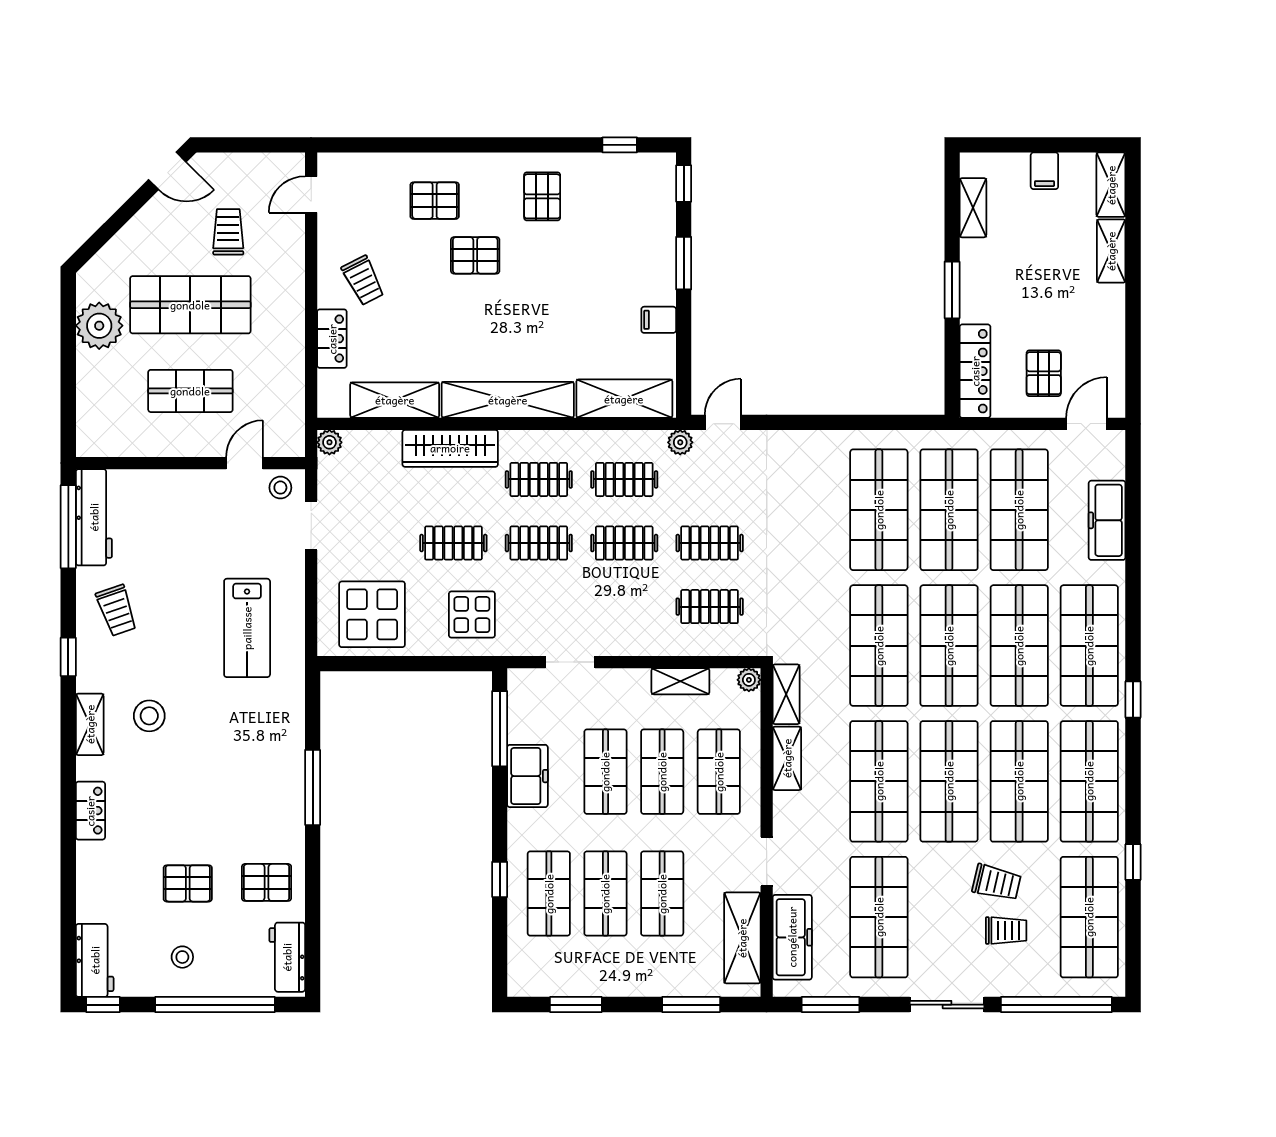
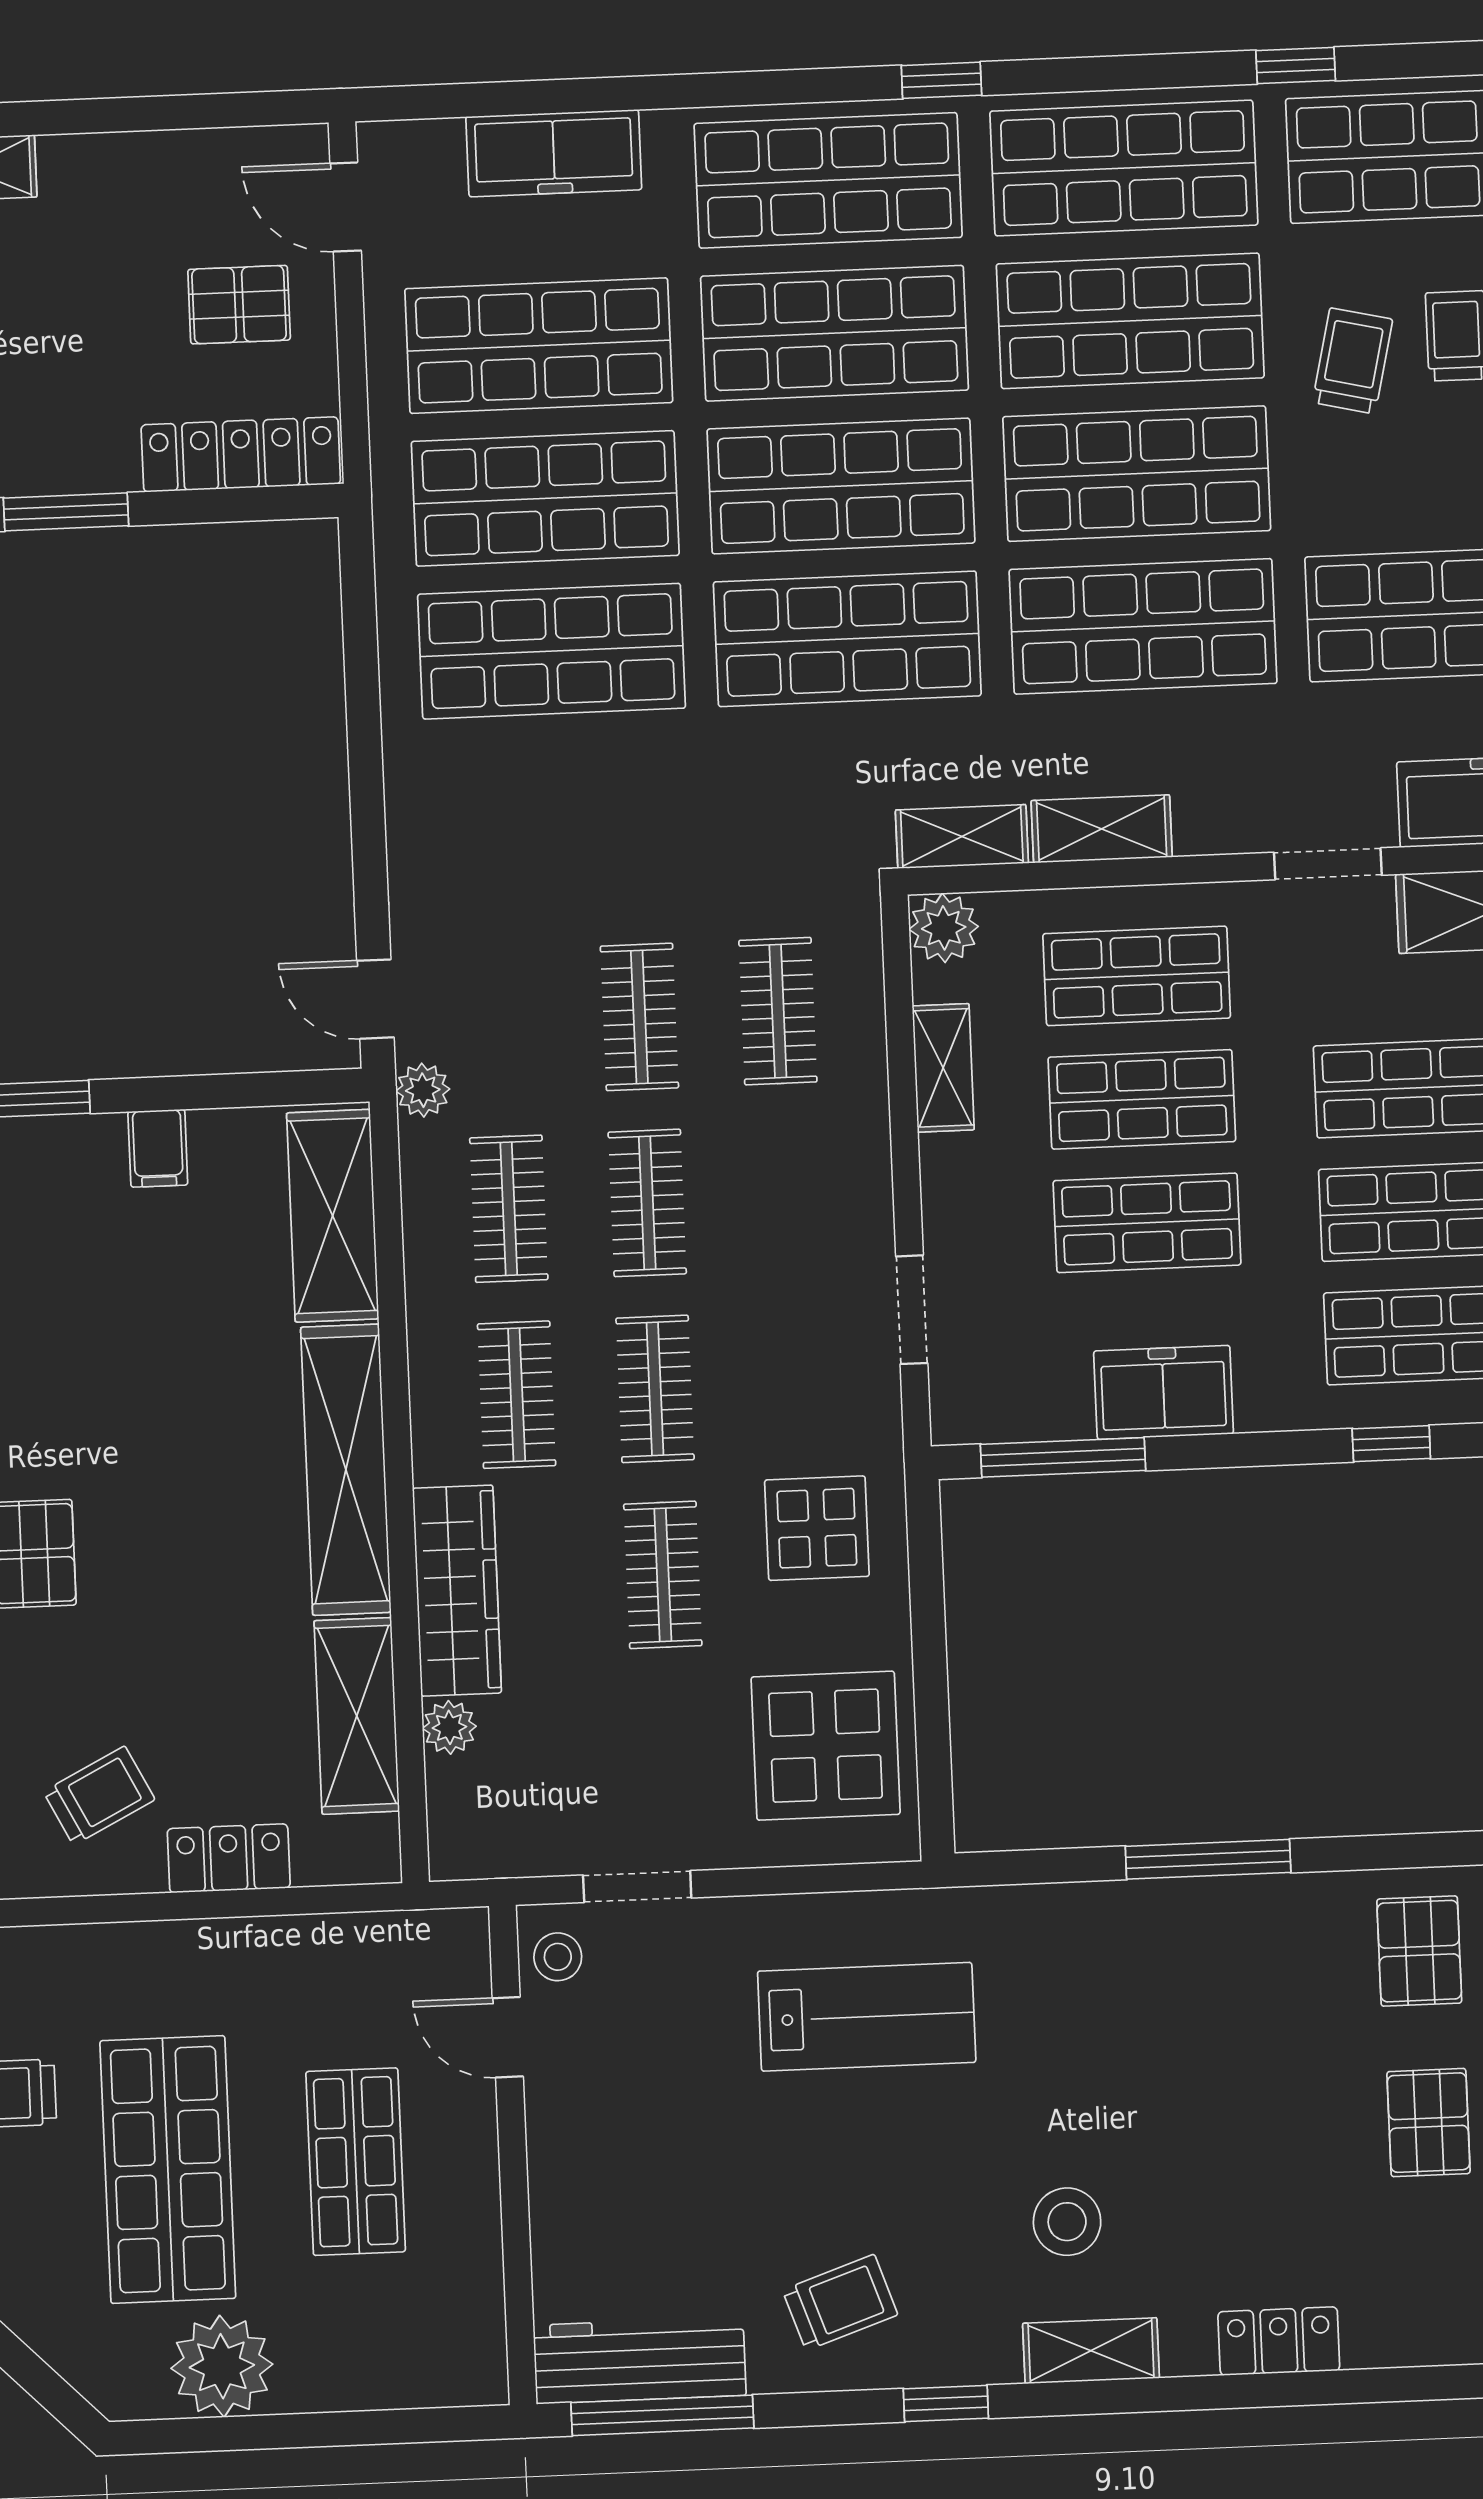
plant: (329, 442) -> (449, 1727), moved
plant: (749, 680) -> (944, 928), width x1.38, depth x1.38

